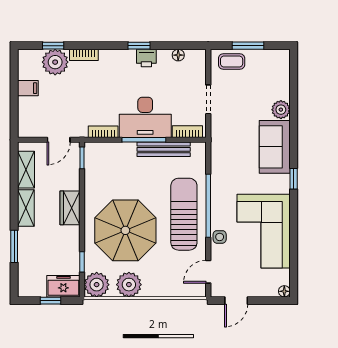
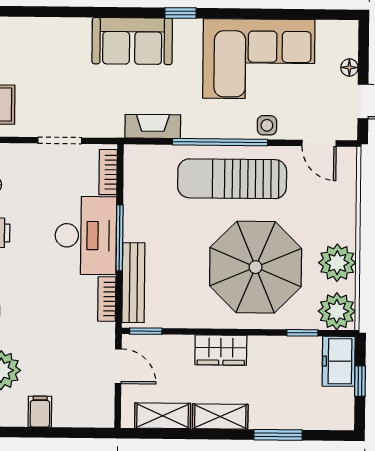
plant: (281, 110) -> (76, 31), removed
bench: (164, 149) -> (133, 283), moved
fireplace: (218, 161) -> (153, 126), added
floor lamp: (284, 291) -> (349, 68), moved

